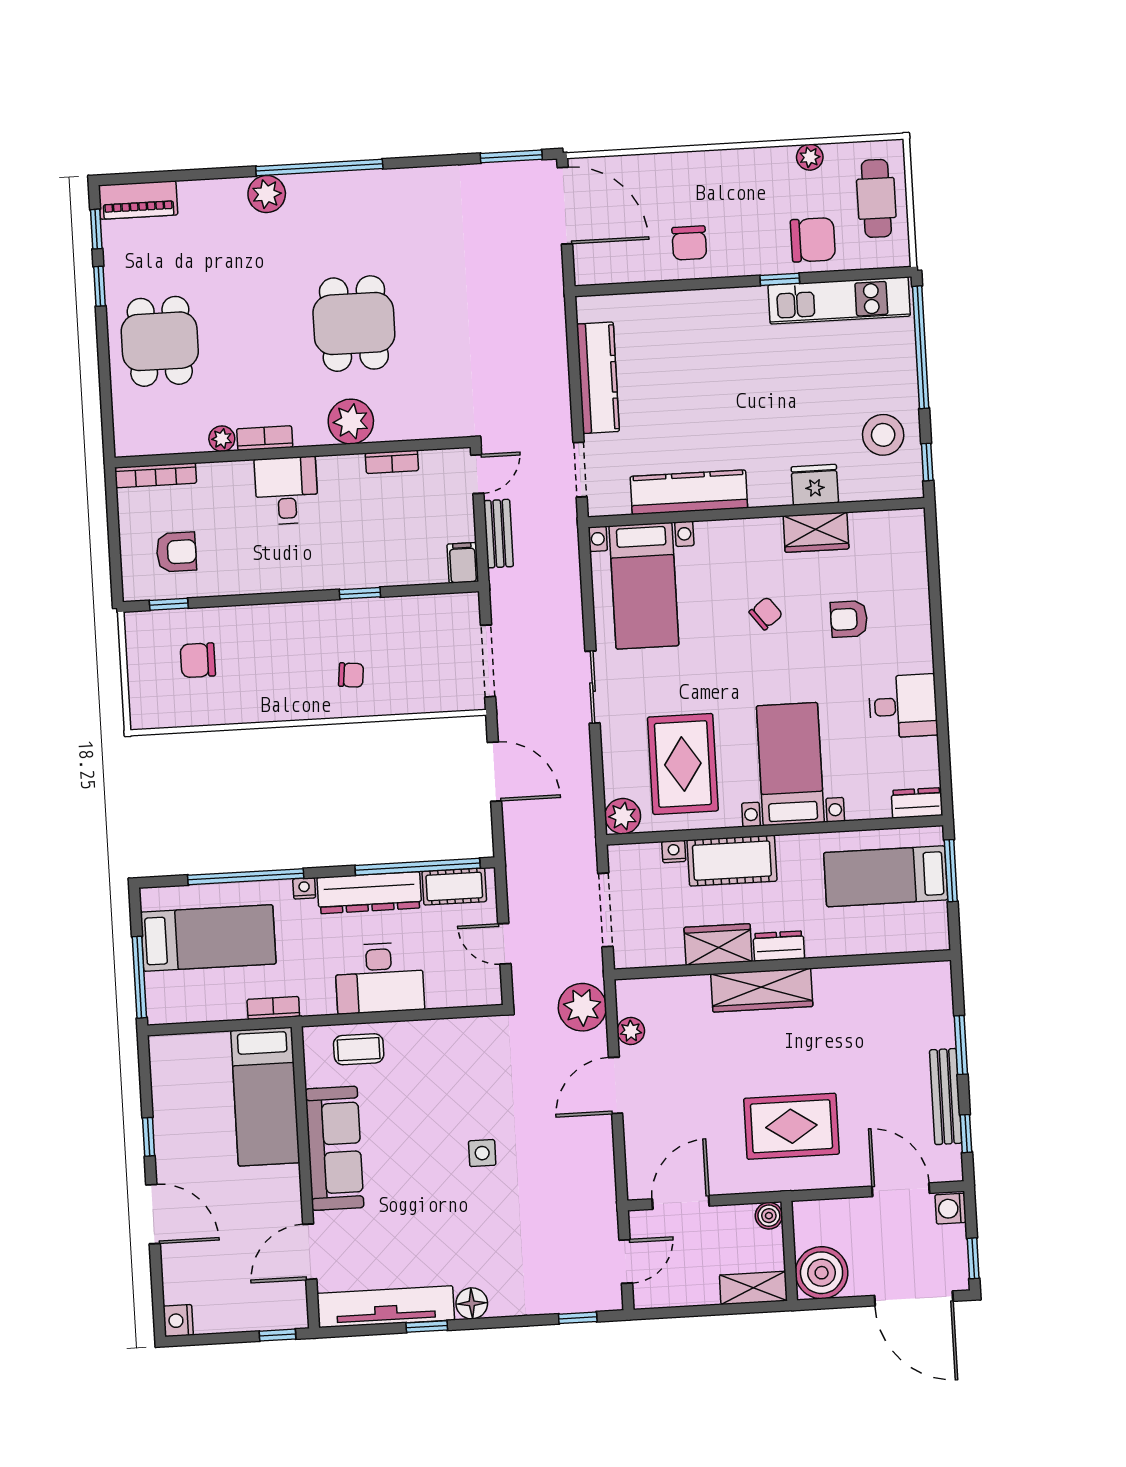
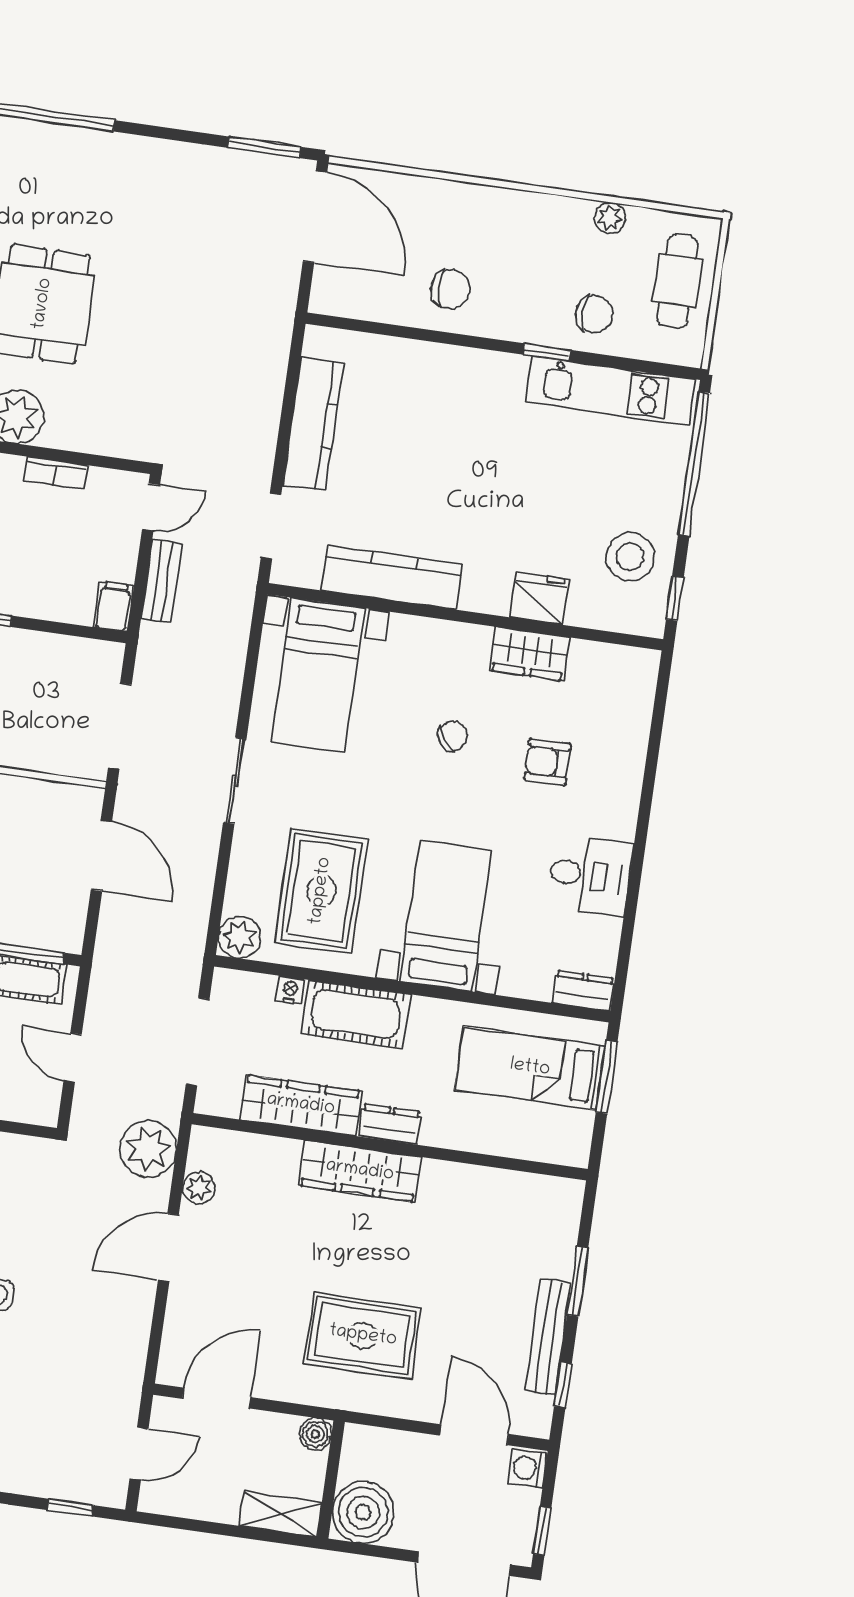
chair: (813, 240) -> (594, 314), width x0.73, depth x0.73
chair: (689, 243) -> (450, 289), turned -90
wardrobe: (718, 944) -> (301, 1105), width x1.50

